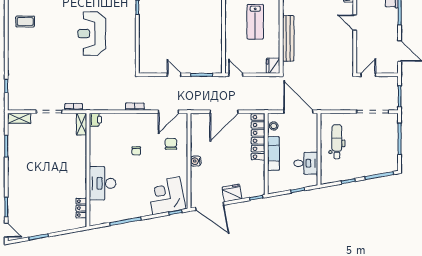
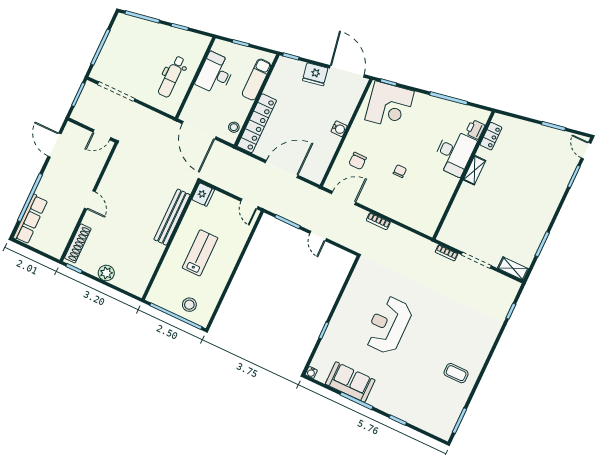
reception desk: (92, 34) -> (388, 325), turned 180
printer: (95, 120) -> (475, 129), moved
shelving: (82, 124) -> (475, 170), moved
exam couch: (273, 154) -> (256, 80), moved
desk: (306, 163) -> (215, 73), width x1.37

